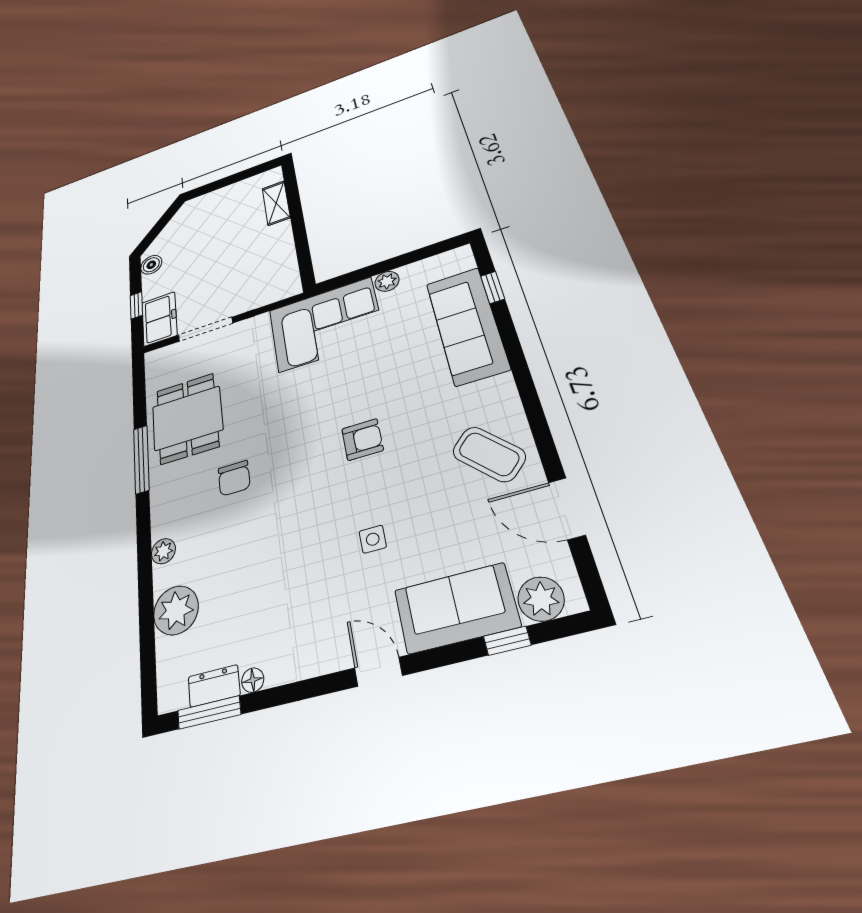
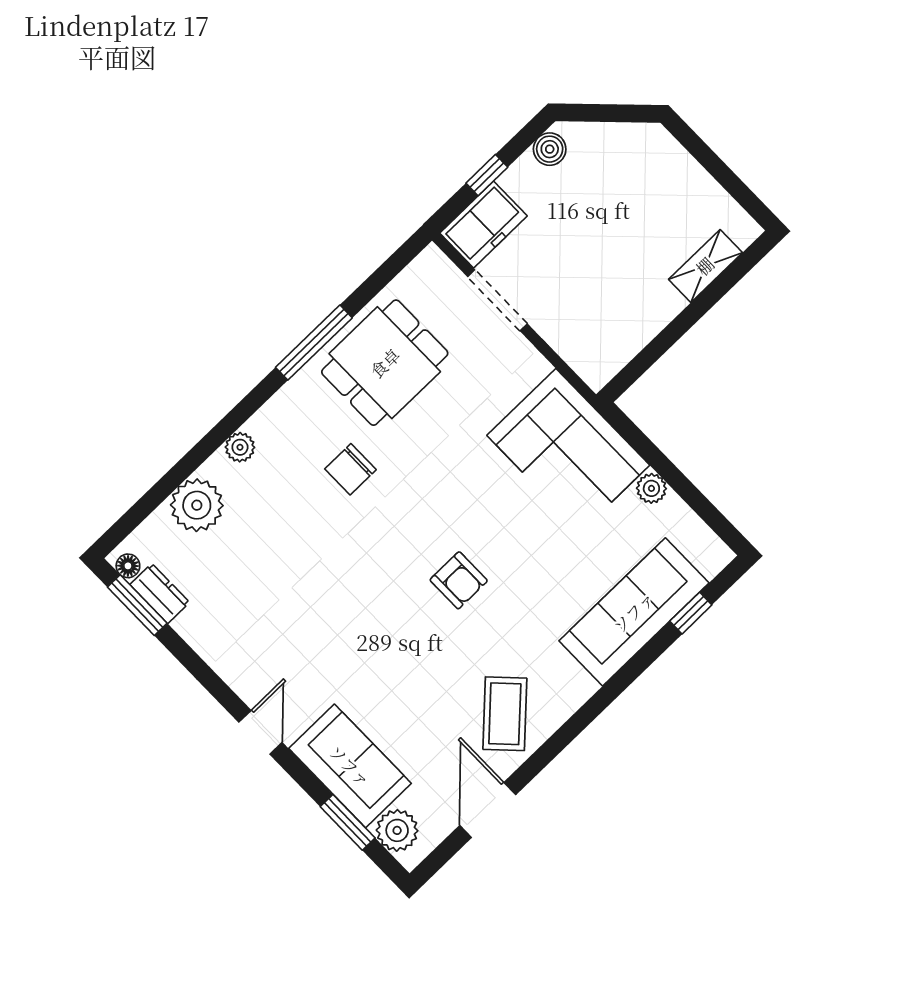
side table: (373, 539) -> (368, 654), removed
window: (507, 641) -> (348, 822), width x1.50
floor lamp: (253, 680) -> (128, 566), moved

